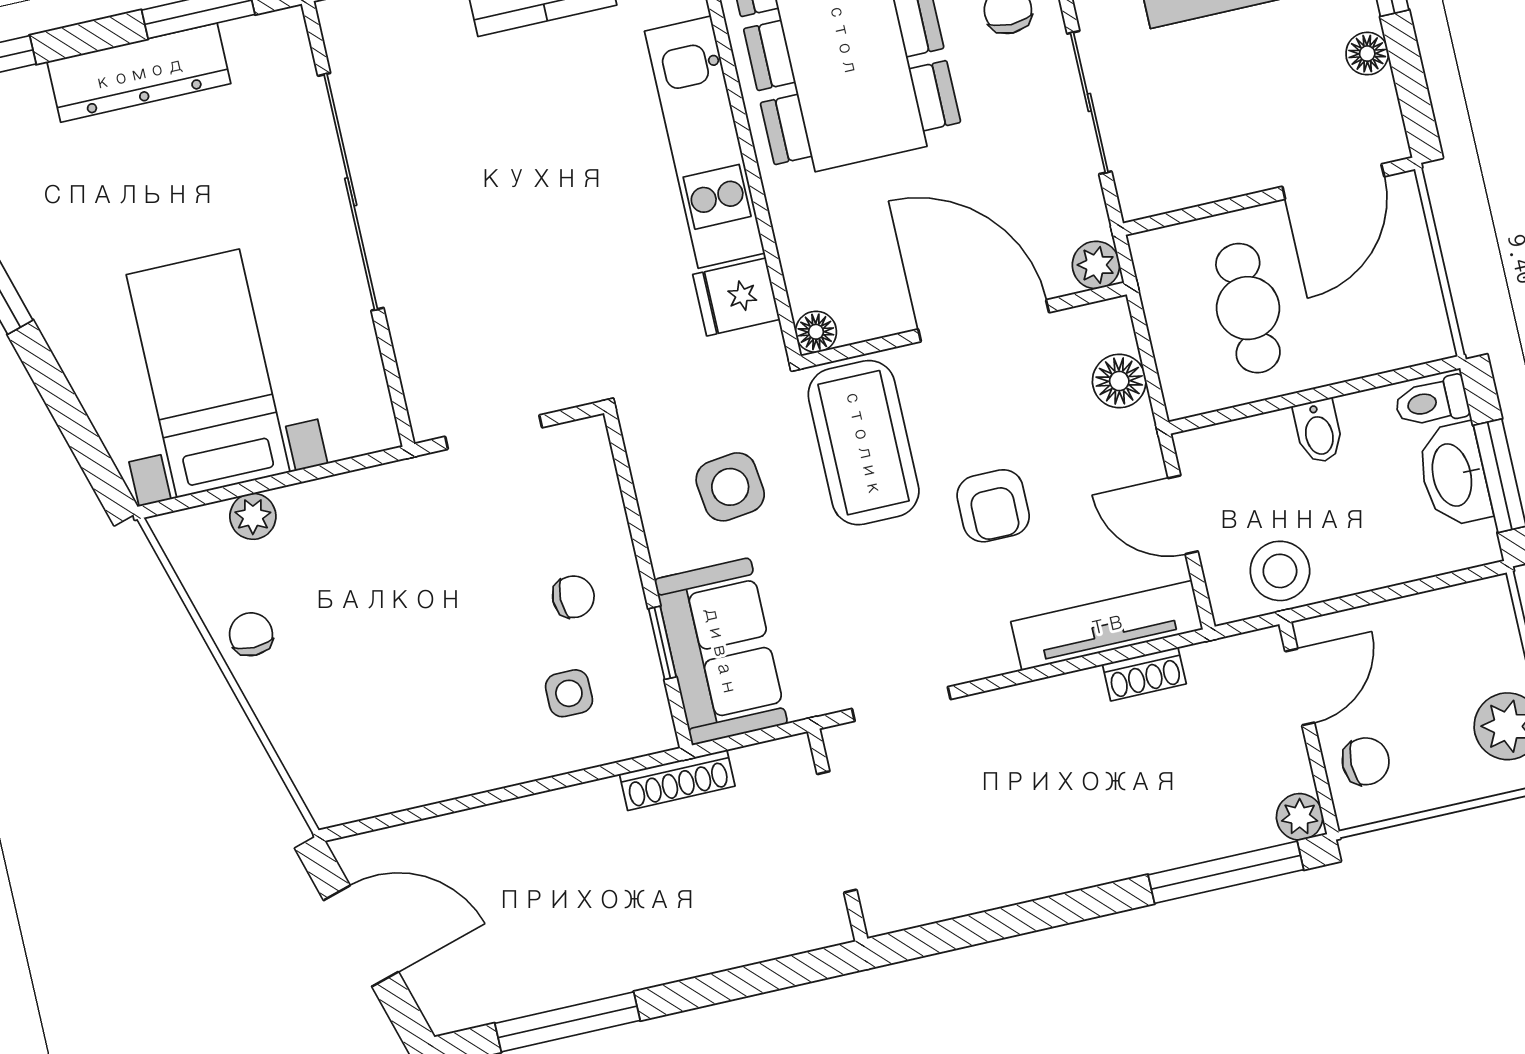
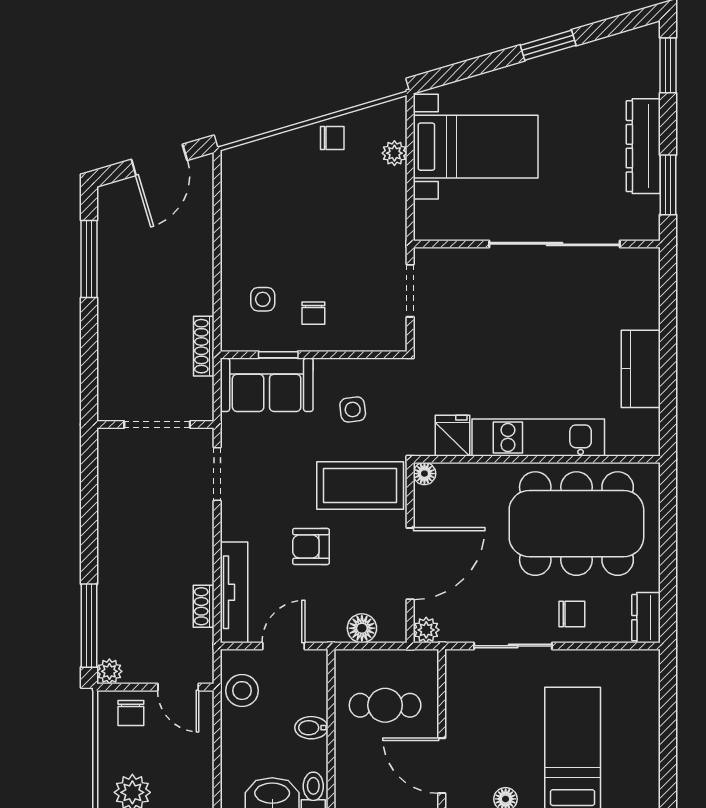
side table: (730, 487) -> (353, 409), width x0.73, depth x0.73

